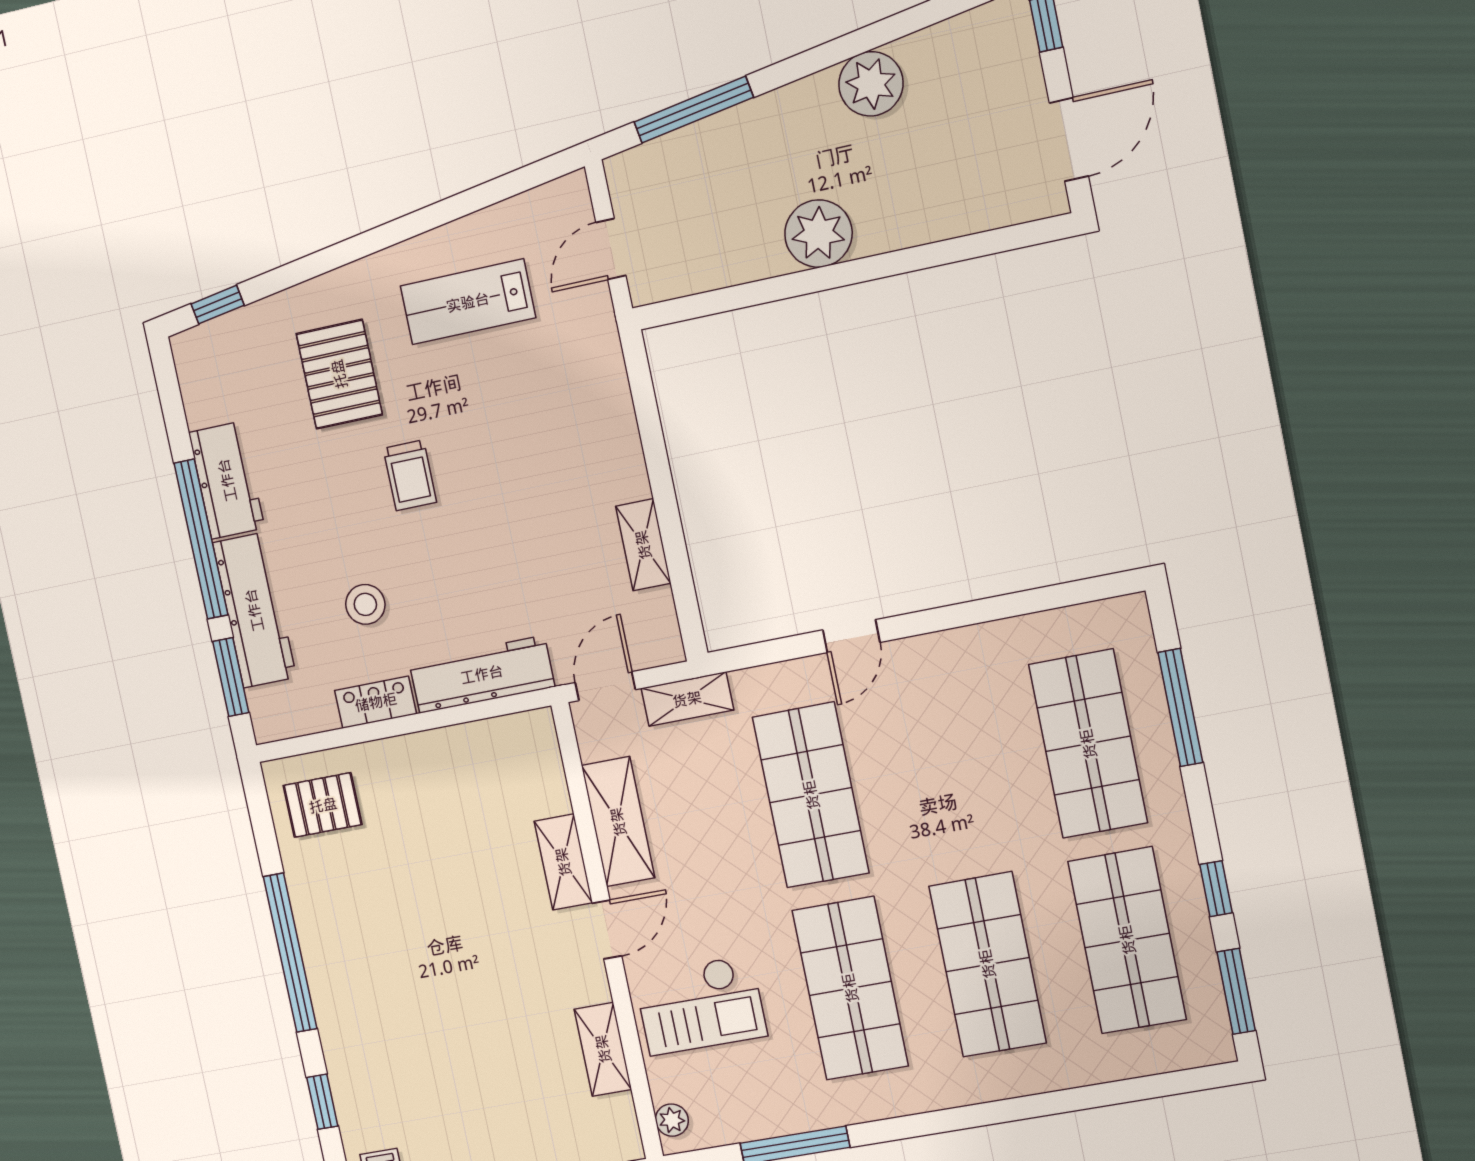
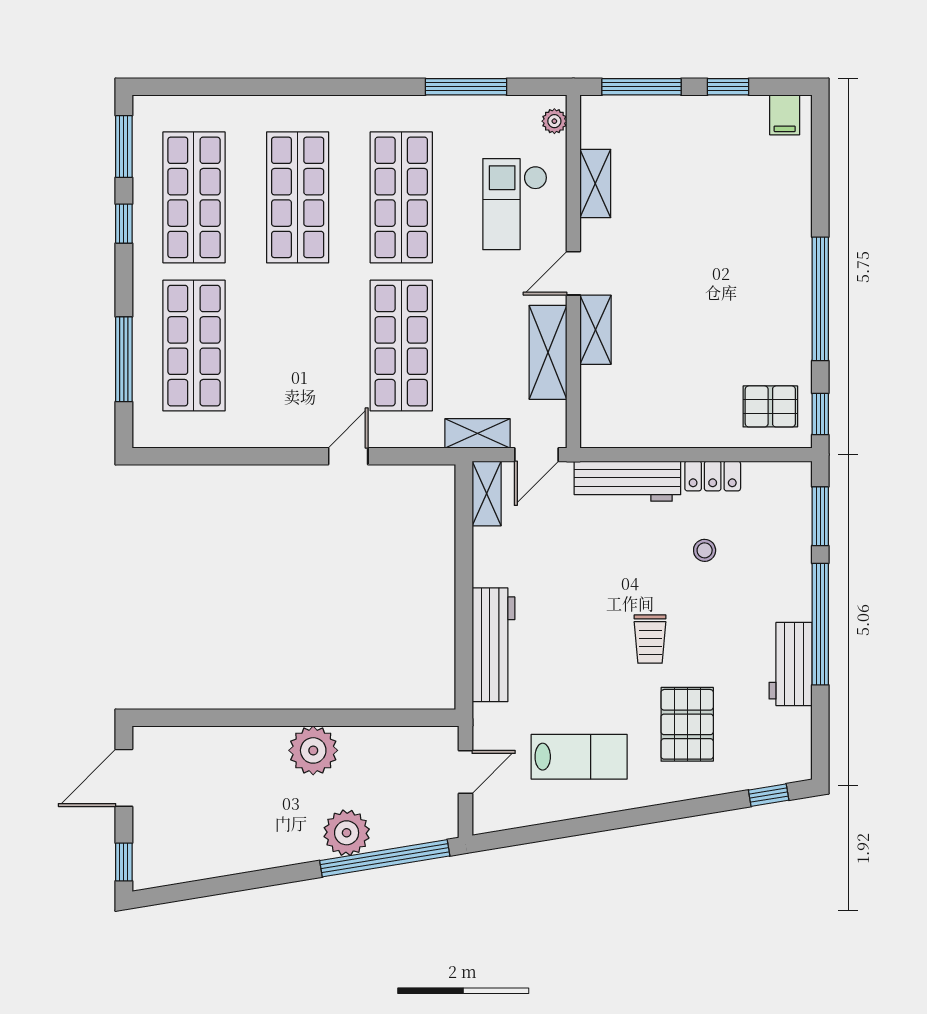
plant: (871, 84) -> (347, 833), moved
window: (694, 110) -> (385, 858), width x1.46
trolley: (410, 475) -> (650, 639), turned 180
shelving: (643, 545) -> (487, 493), moved
stool: (365, 604) -> (705, 550), width x0.73, depth x0.73
workbench: (254, 610) -> (493, 645), moved, turned 180
checkout: (700, 1005) -> (515, 204), turned -90
window: (322, 1102) -> (820, 414), moved

